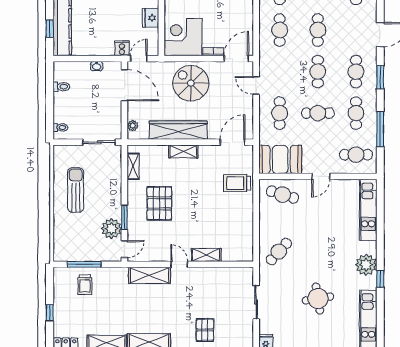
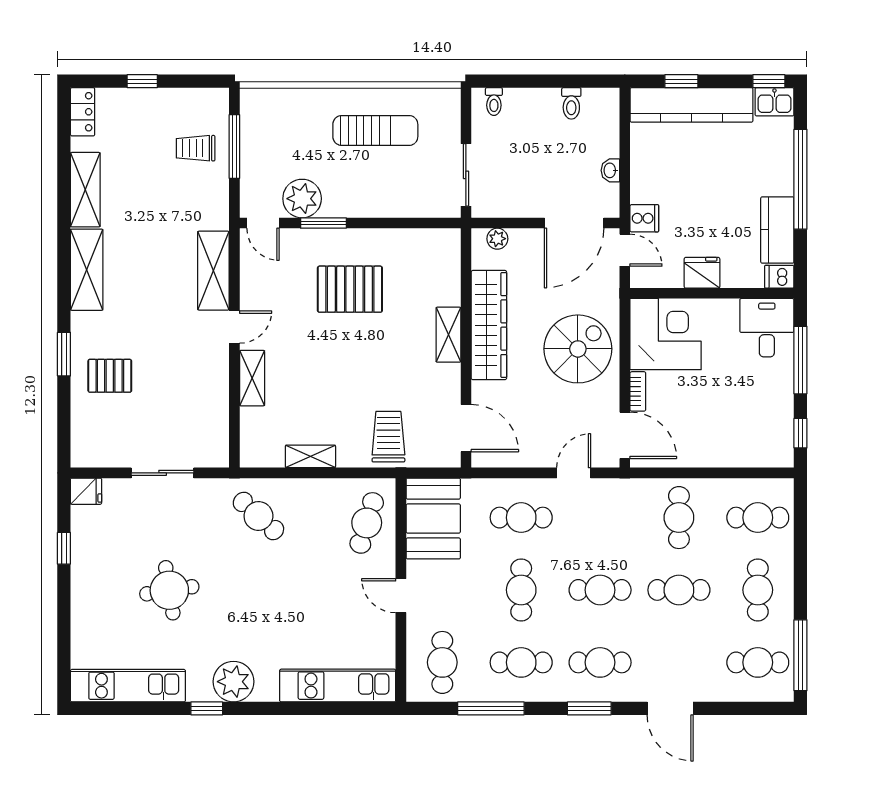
cafe table: (280, 30) -> (679, 518), turned 90
shelving: (133, 166) -> (310, 456), moved

